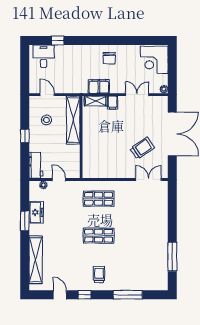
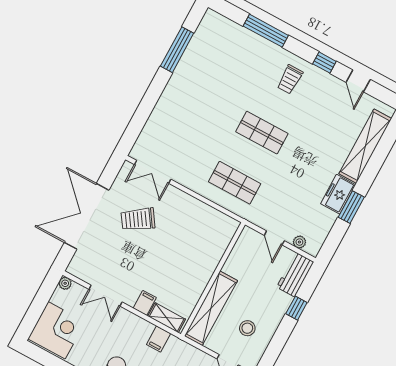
filing cabinet: (99, 86) -> (159, 339), width x0.50
window: (25, 136) -> (296, 308), moved
freezer: (36, 212) -> (338, 194), moved

